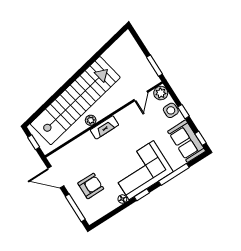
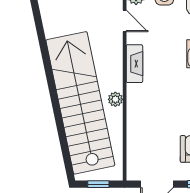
fireplace: (104, 127) -> (134, 64), moved

